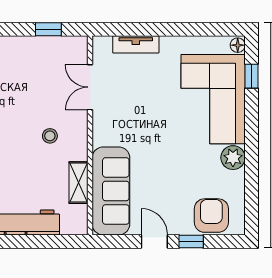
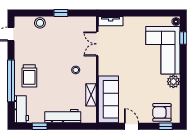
window: (48, 29) -> (61, 13), moved
tv unit: (136, 44) -> (111, 21), moved
armchair: (211, 216) -> (162, 112), turned -90
window: (191, 241) -> (166, 126), moved

